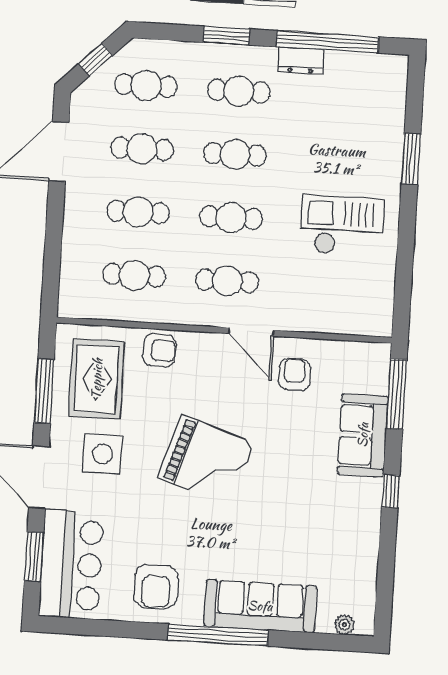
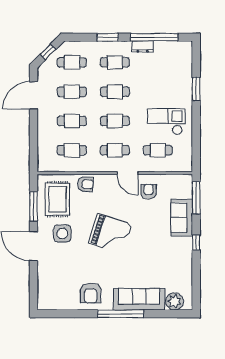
cafe table: (320, 287) -> (158, 150), added
window: (34, 557) -> (34, 283), removed
bar counter: (71, 565) -> (51, 285), removed
plant: (344, 625) -> (175, 301), width x1.88, depth x1.88

